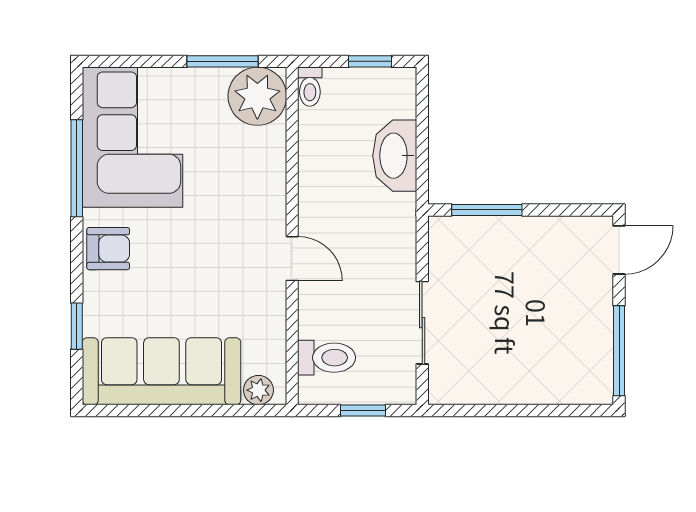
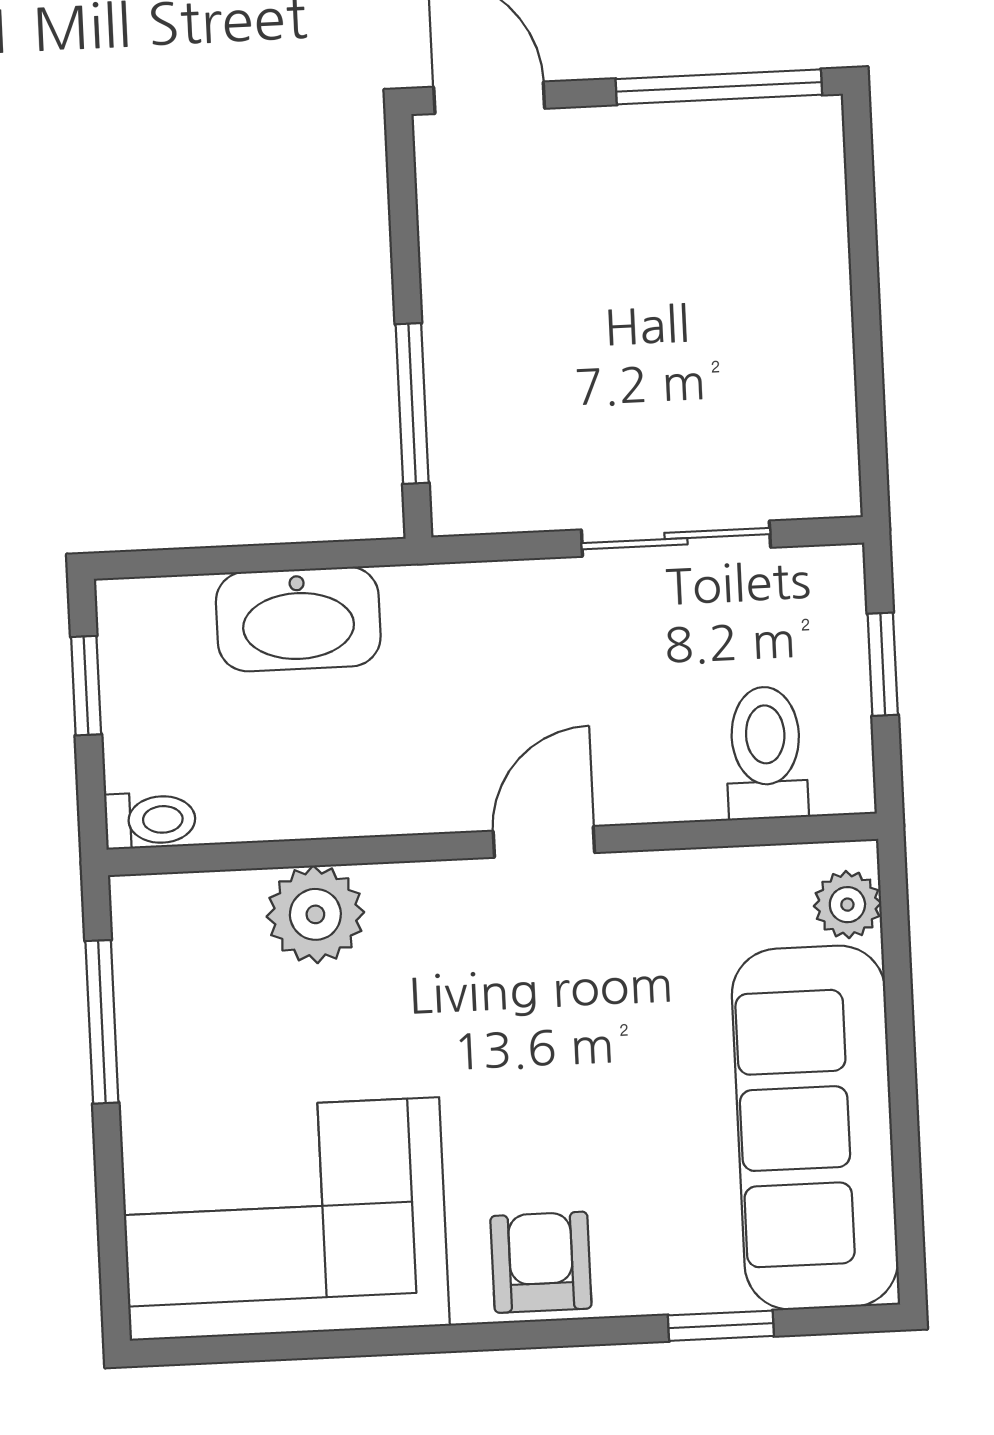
plant: (257, 96) -> (315, 914), moved, width x0.73, depth x0.73
window: (77, 168) -> (361, 1343), removed

